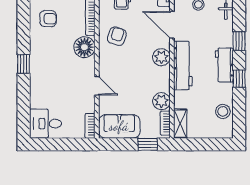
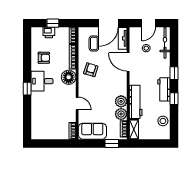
plant: (161, 57) -> (121, 101), moved
workbench: (183, 66) -> (136, 102), moved
desk: (45, 124) -> (42, 81), moved

